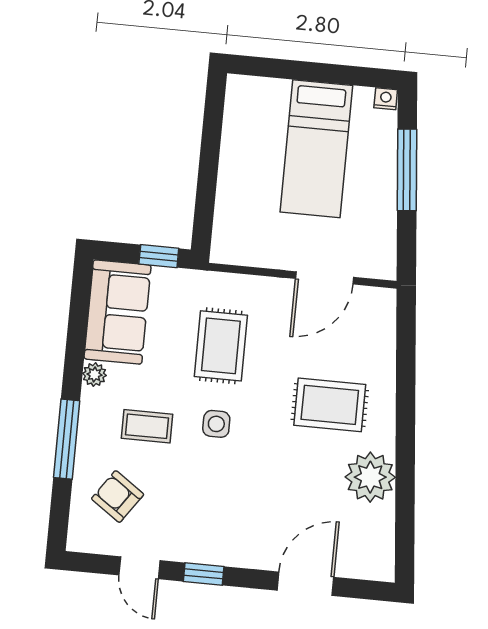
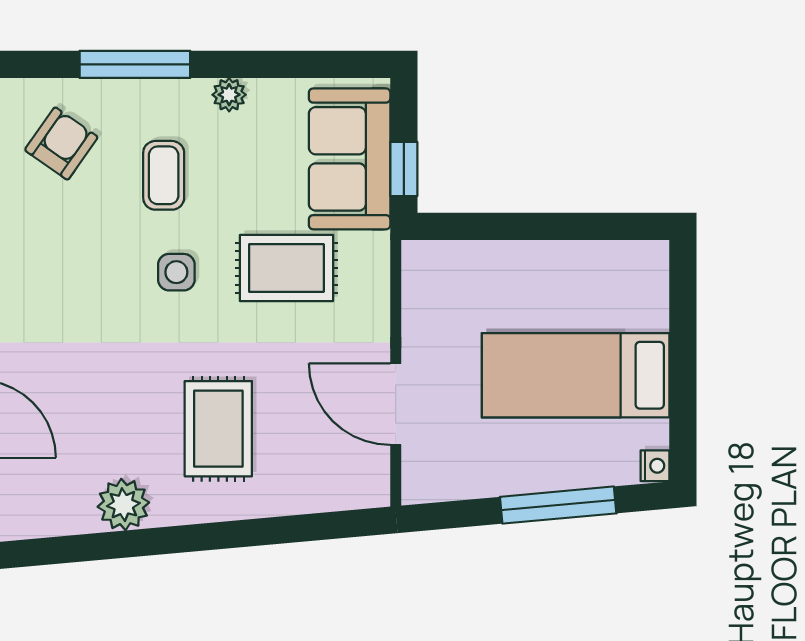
sofa: (118, 312) -> (350, 159), moved, turned 90
plant: (370, 477) -> (123, 505), width x0.73, depth x0.73

